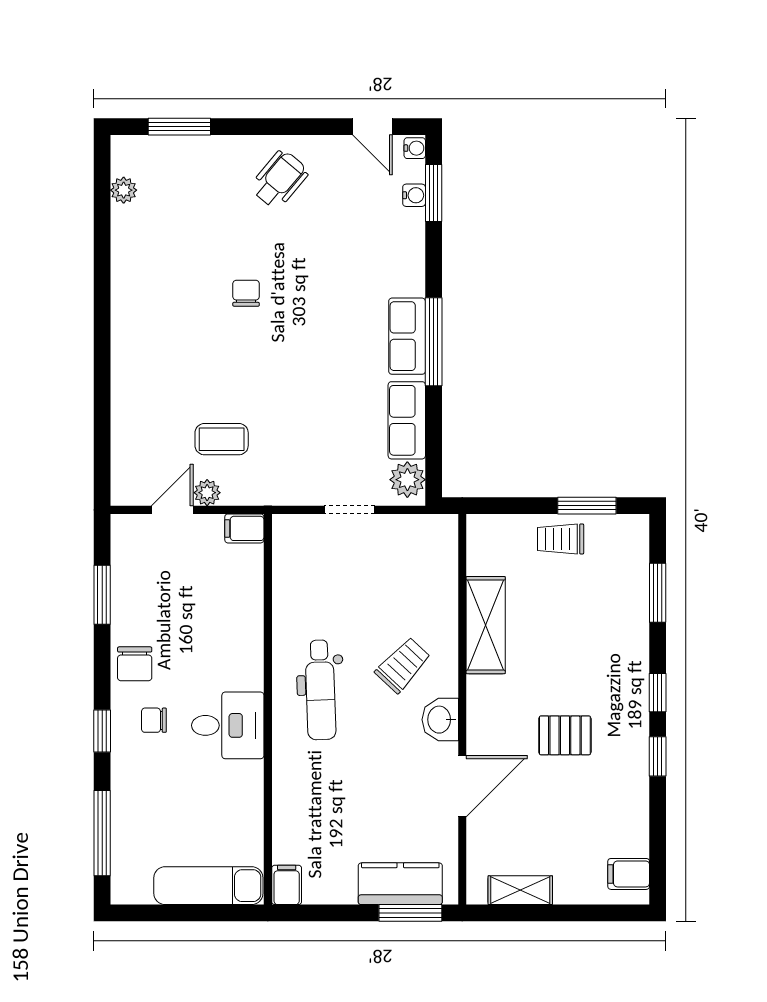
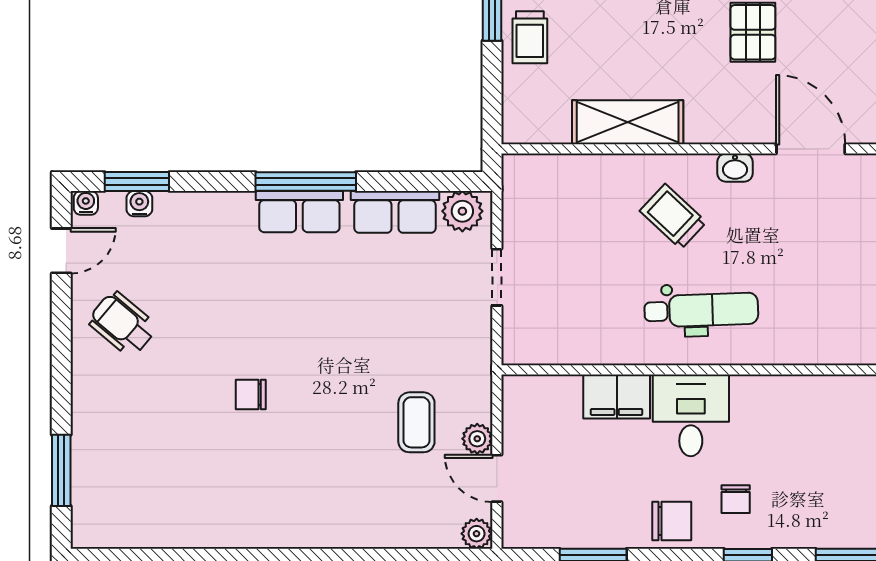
wheelchair: (279, 179) -> (122, 324), moved
plant: (124, 190) -> (477, 534), moved
filing cabinet: (244, 528) -> (617, 396), moved, width x2.00
washbasin: (440, 720) -> (735, 168), width x0.72, depth x0.69
desk: (228, 725) -> (691, 415), moved

